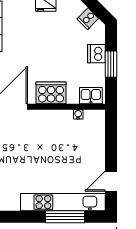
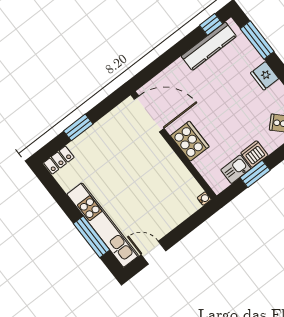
kitchen sink: (91, 96) -> (236, 169), moved, turned -90
water cooler: (78, 114) -> (204, 199), moved

